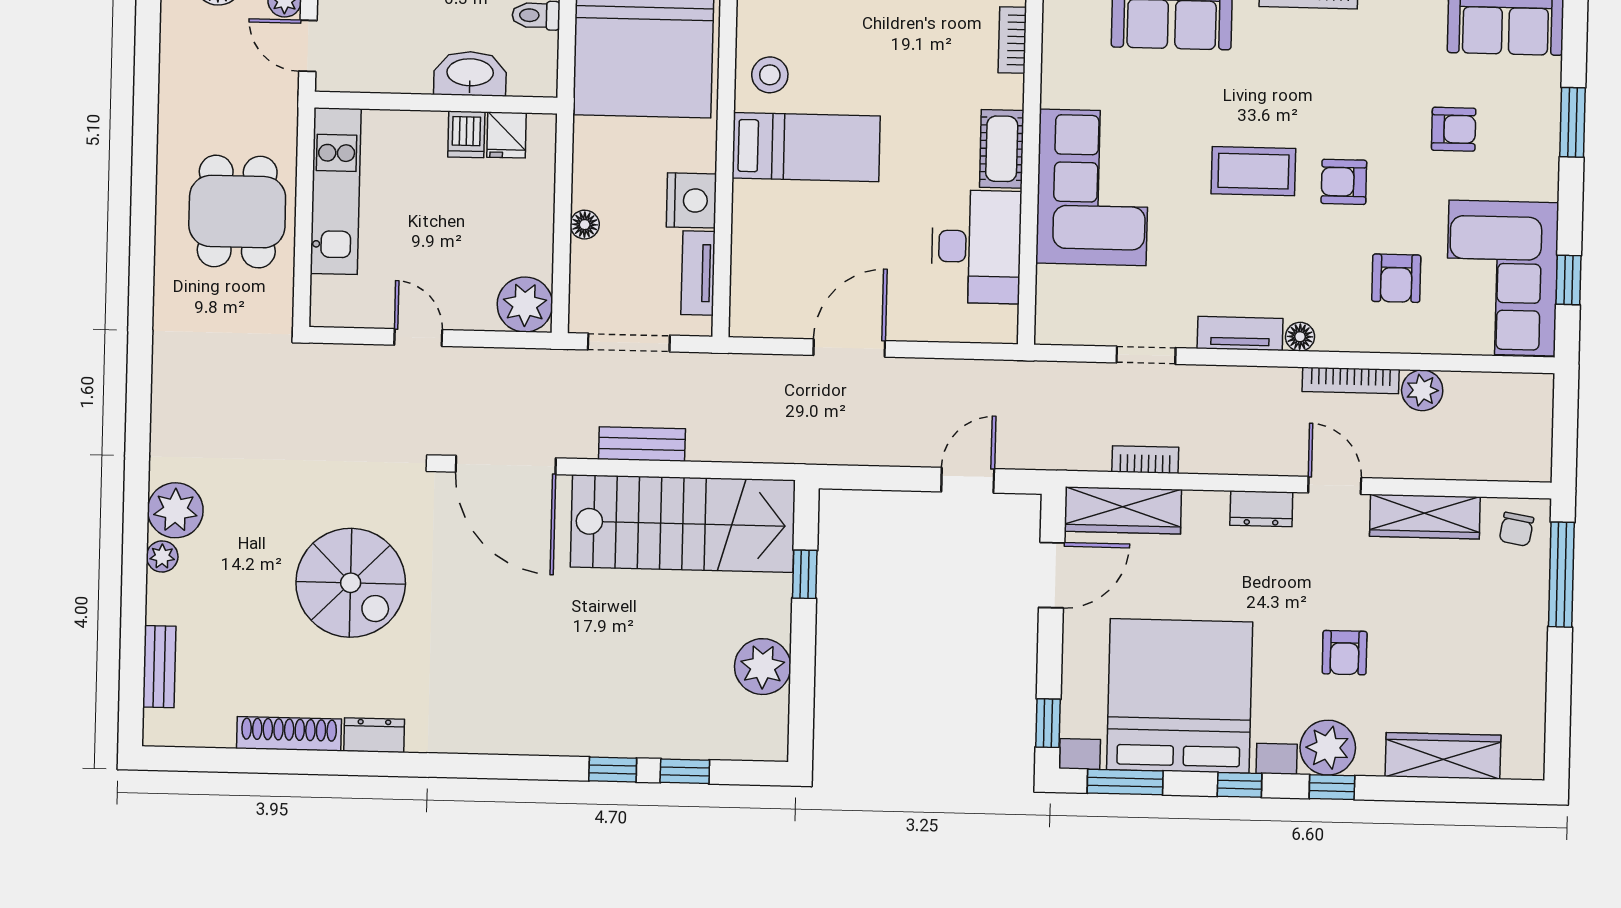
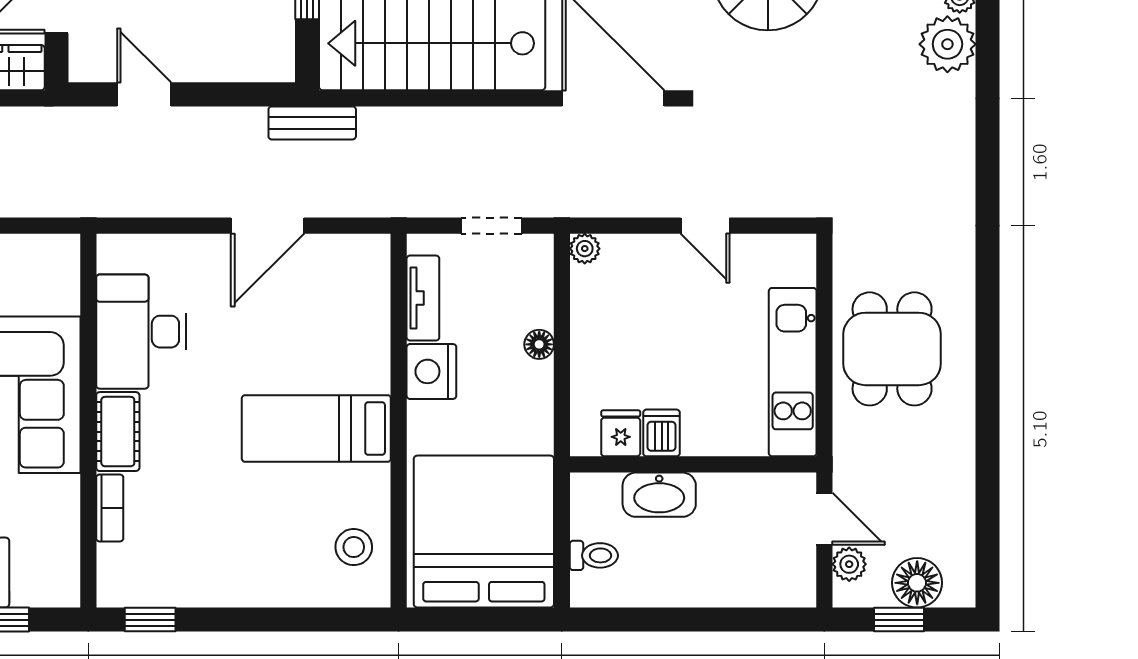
bookcase: (1012, 40) -> (110, 508), moved
stool: (770, 75) -> (354, 547), moved
plant: (525, 305) -> (585, 249), width x0.53, depth x0.53
doorway: (629, 343) -> (491, 226), width x0.73
bench: (642, 444) -> (312, 123), moved
door: (968, 480) -> (144, 94), swing flipped

